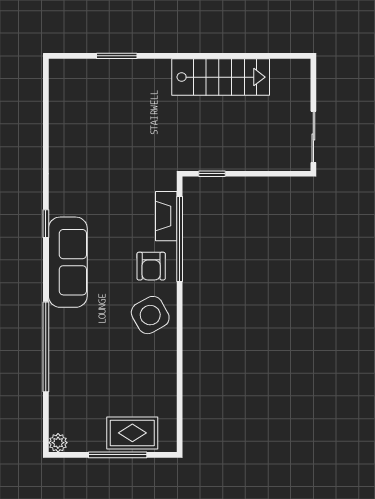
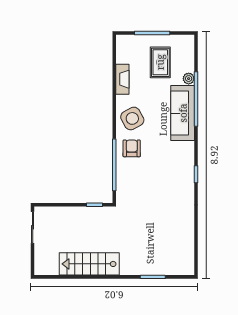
fireplace: (166, 216) -> (122, 79), moved
sofa: (68, 262) -> (183, 113), moved
rug: (132, 433) -> (160, 62), moved, turned 90
plant: (58, 443) -> (189, 79), moved

